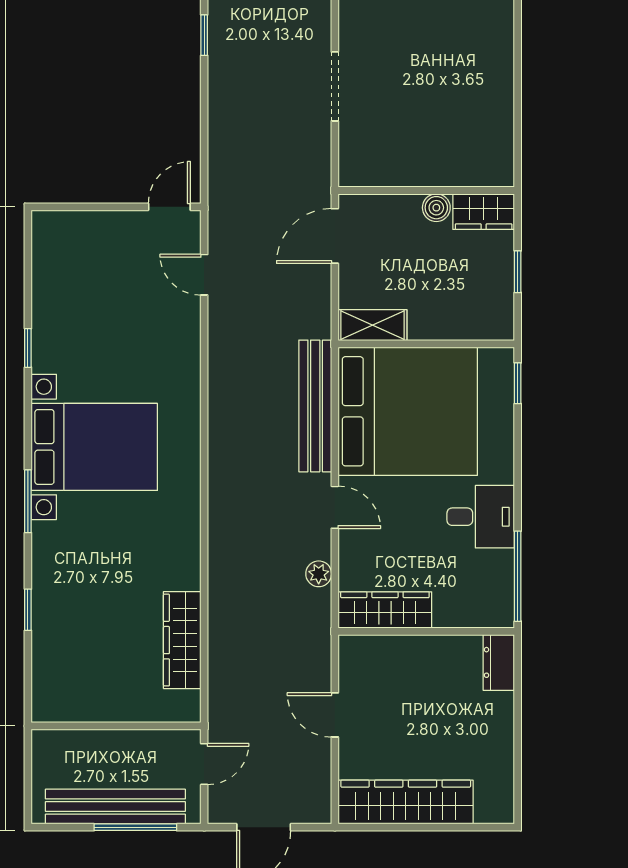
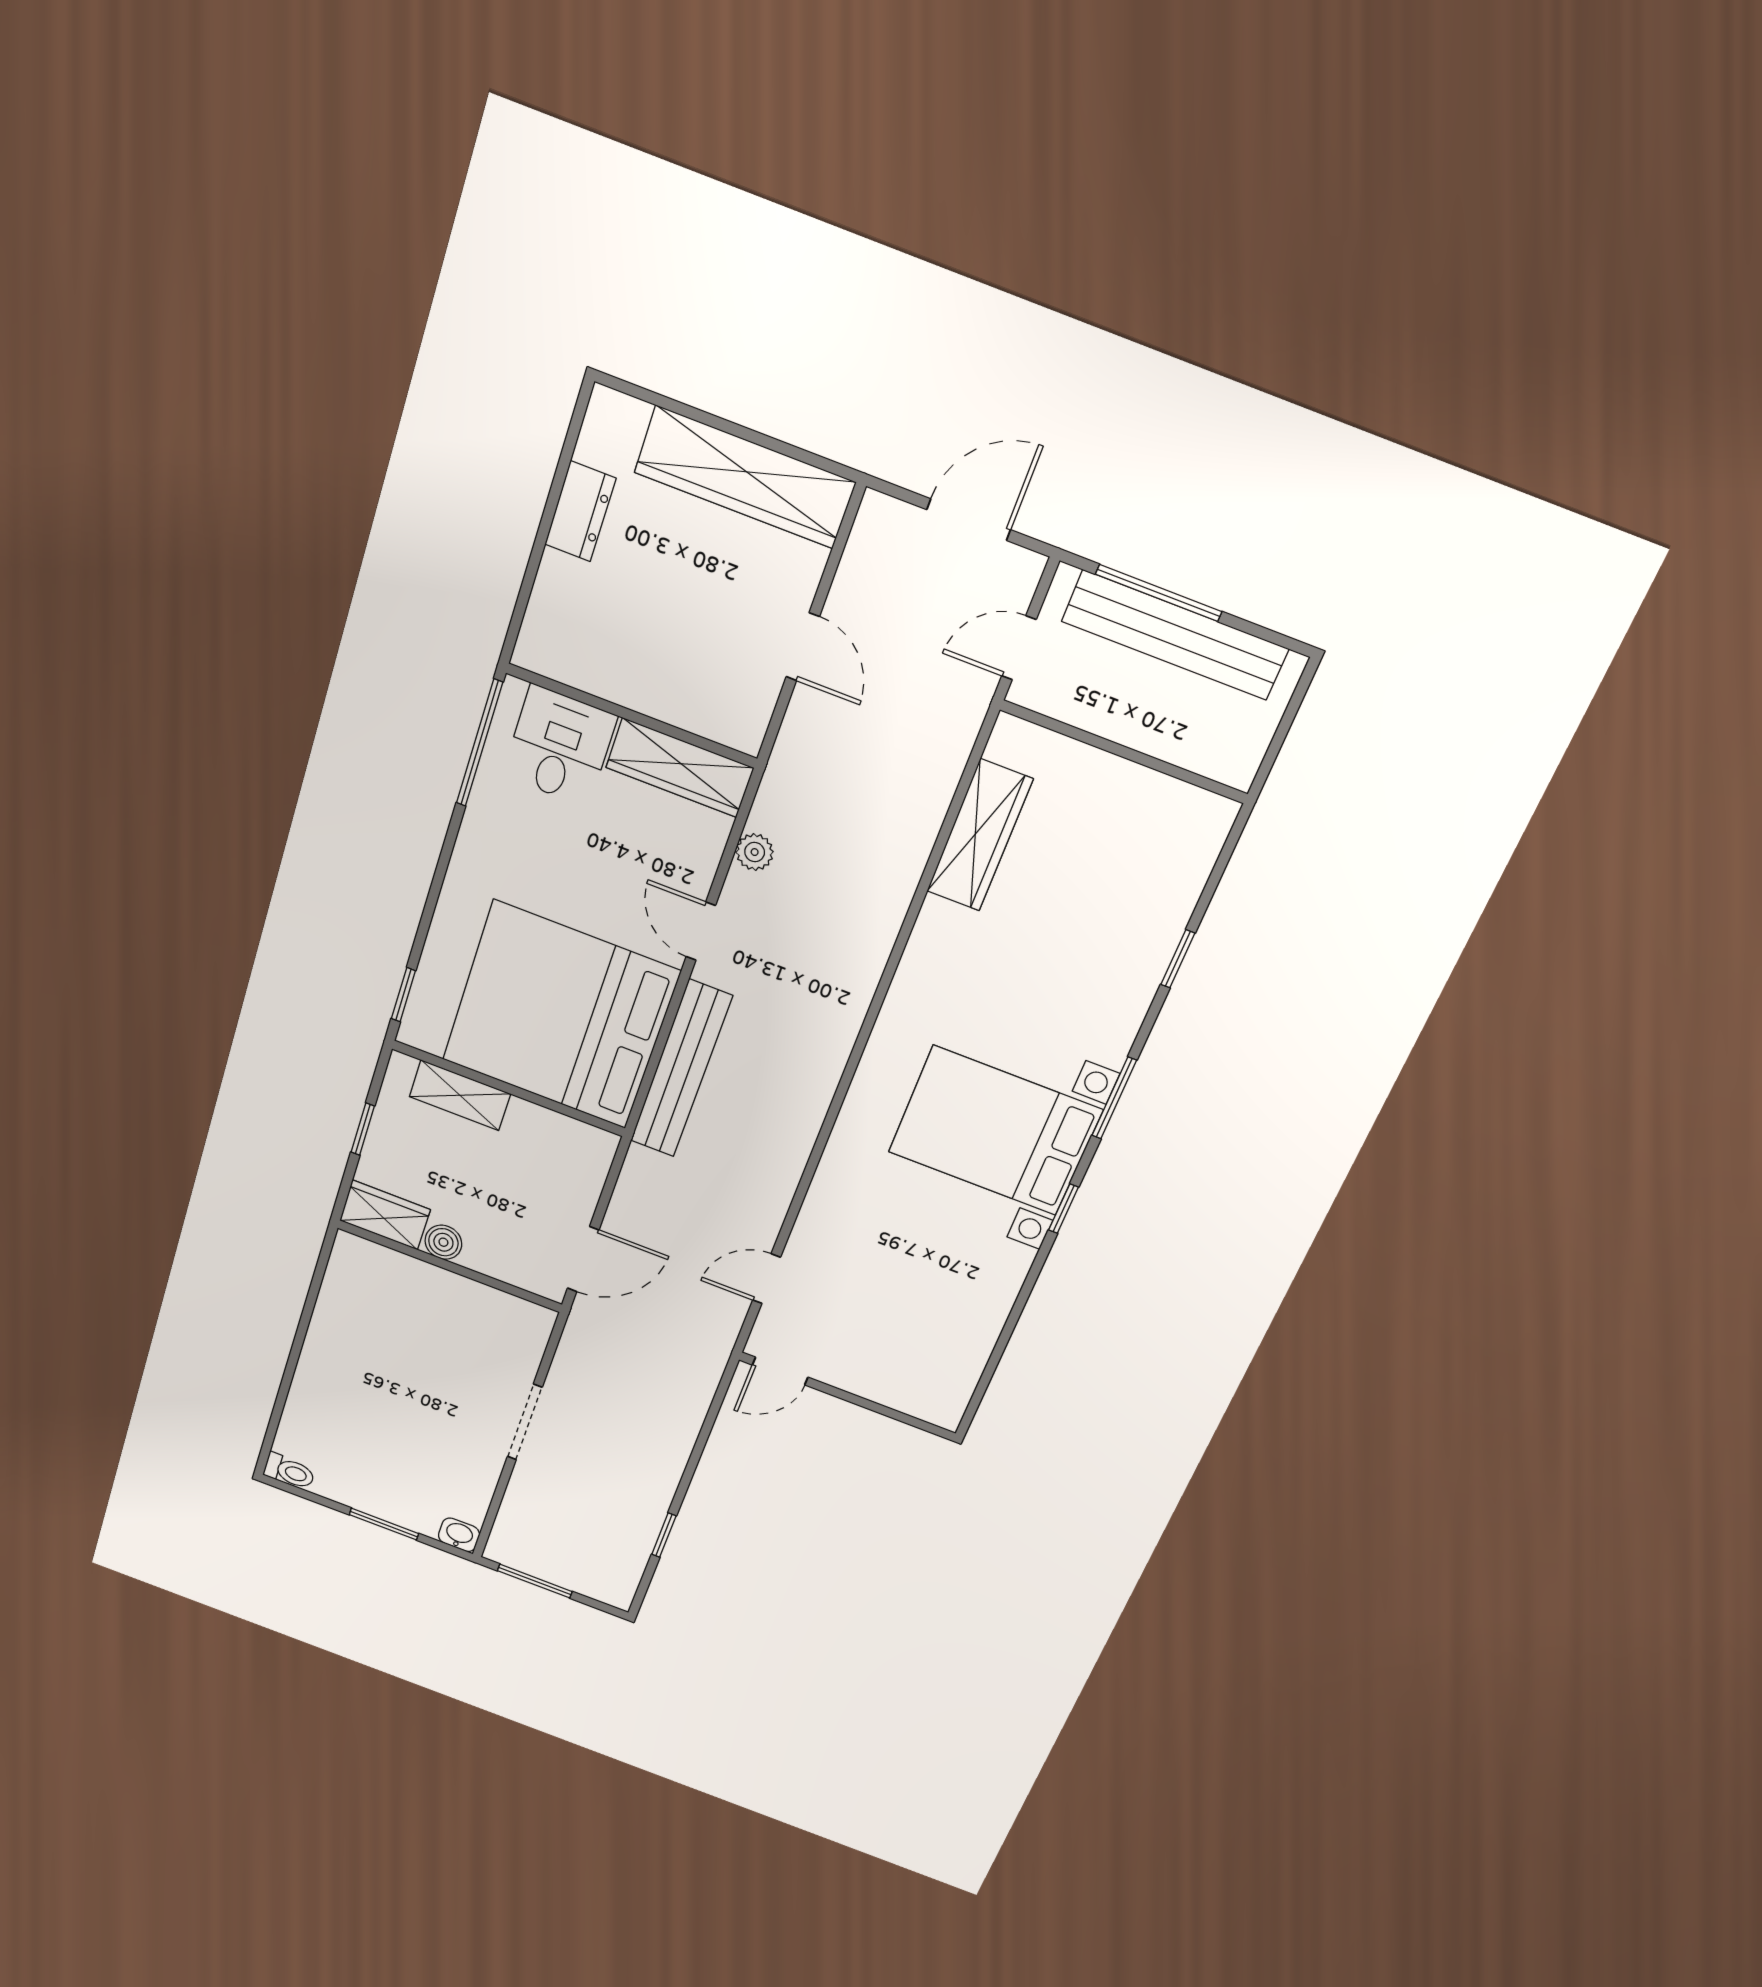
door: (204, 275) -> (767, 1279), swing flipped
shelving: (373, 325) -> (460, 1095), moved
window: (28, 348) -> (1064, 1209), moved
desk: (481, 517) -> (560, 746), moved, turned 90
dresser: (499, 662) -> (580, 511), moved

